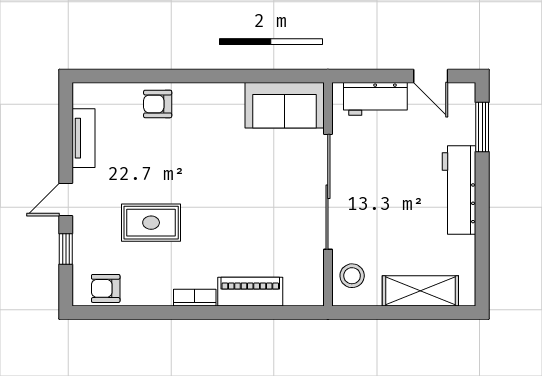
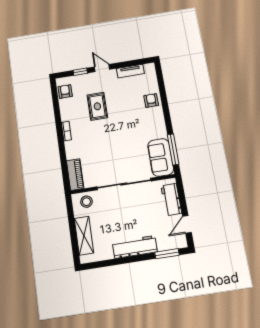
window: (272, 76) -> (173, 149), added
piano: (250, 292) -> (75, 175), moved

